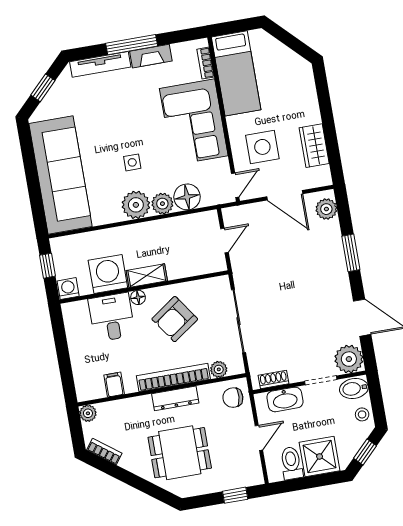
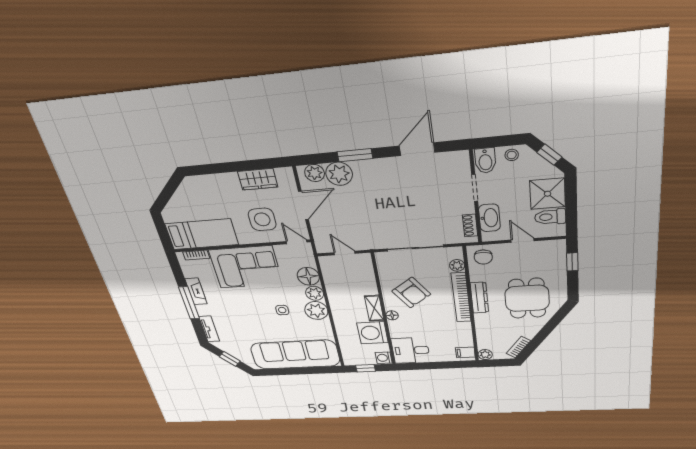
tv unit: (100, 64) -> (209, 329), width x0.71
desk: (112, 317) -> (411, 350), moved
plant: (349, 359) -> (339, 174), moved
filing cabinet: (114, 385) -> (465, 352), moved

